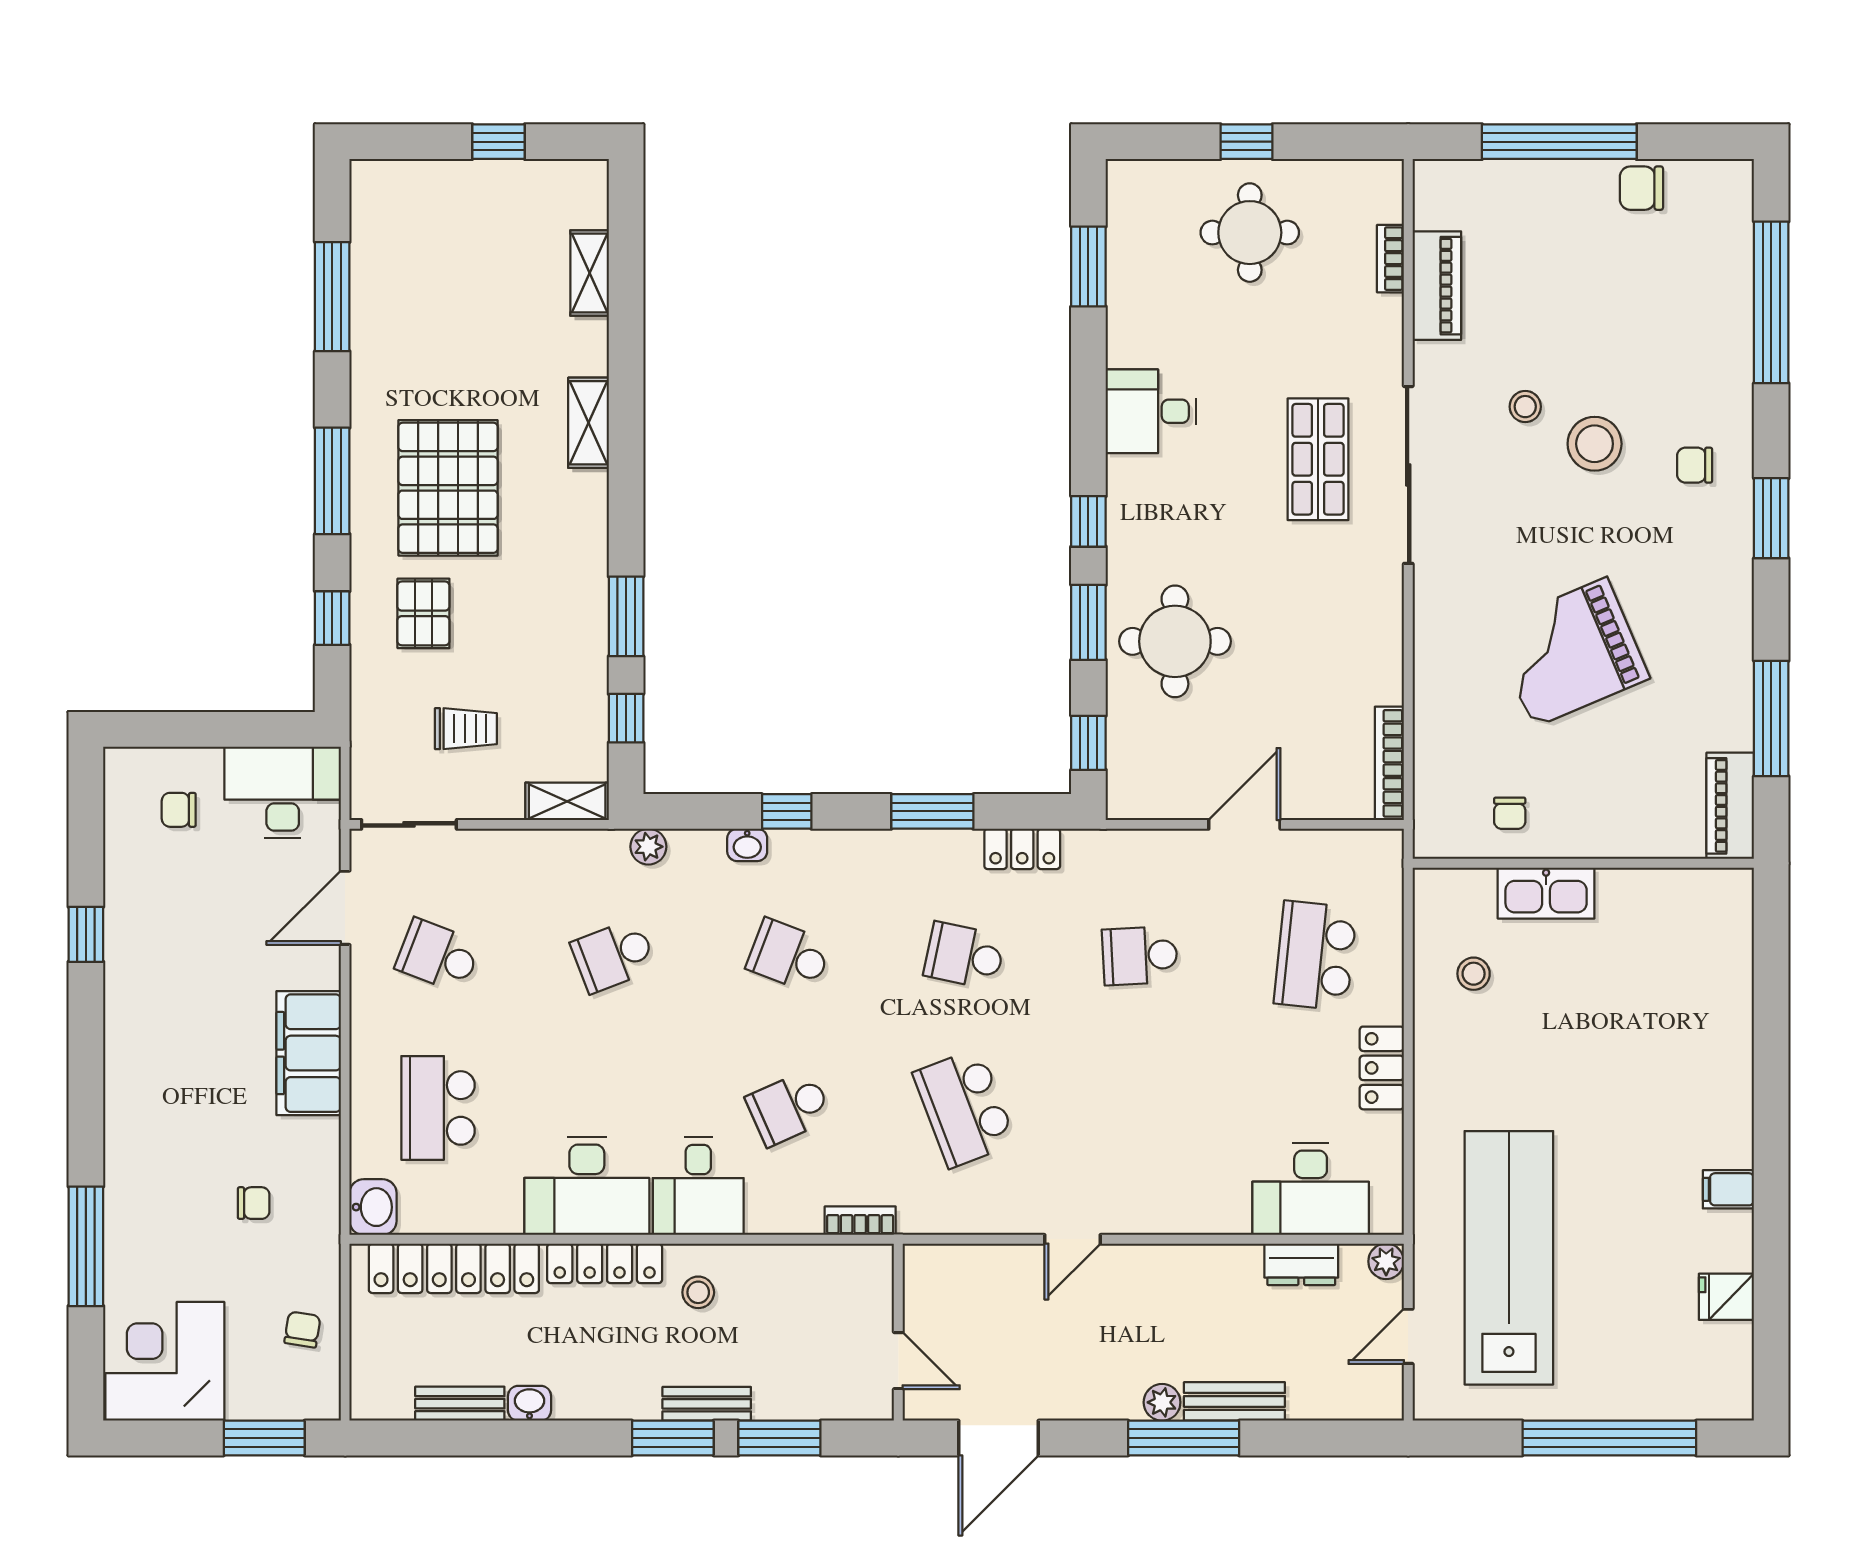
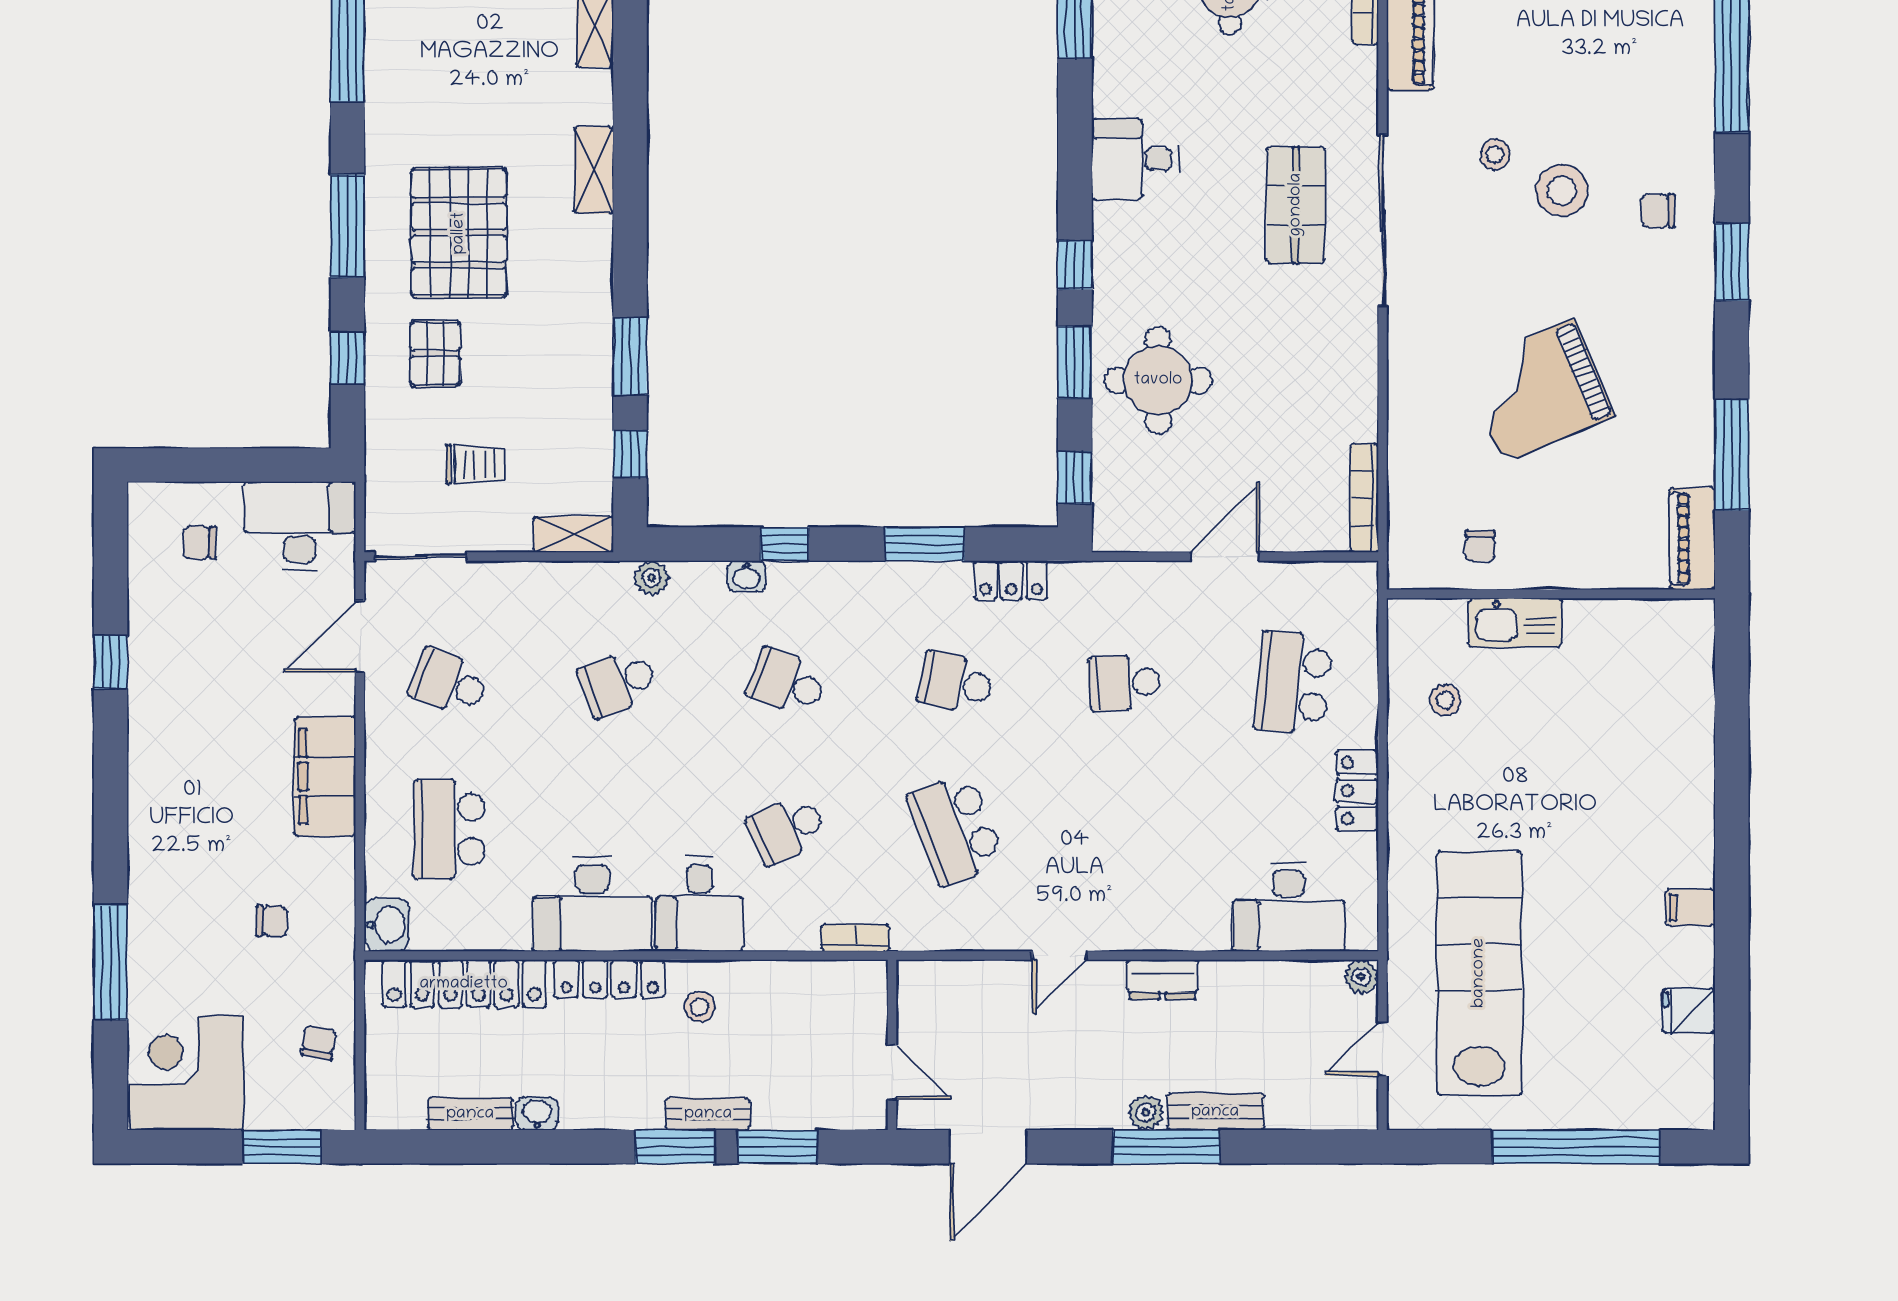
dresser: (1301, 1264) -> (1163, 980), moved

